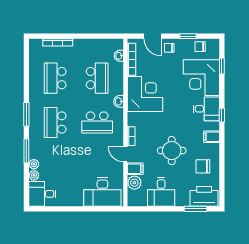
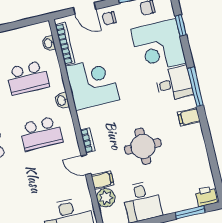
school desk: (97, 78) -> (28, 78), turned 90
window: (222, 115) -> (195, 87), width x2.17
chair: (203, 166) -> (187, 157), removed
printer: (204, 196) -> (206, 196), width x0.53, depth x0.68

